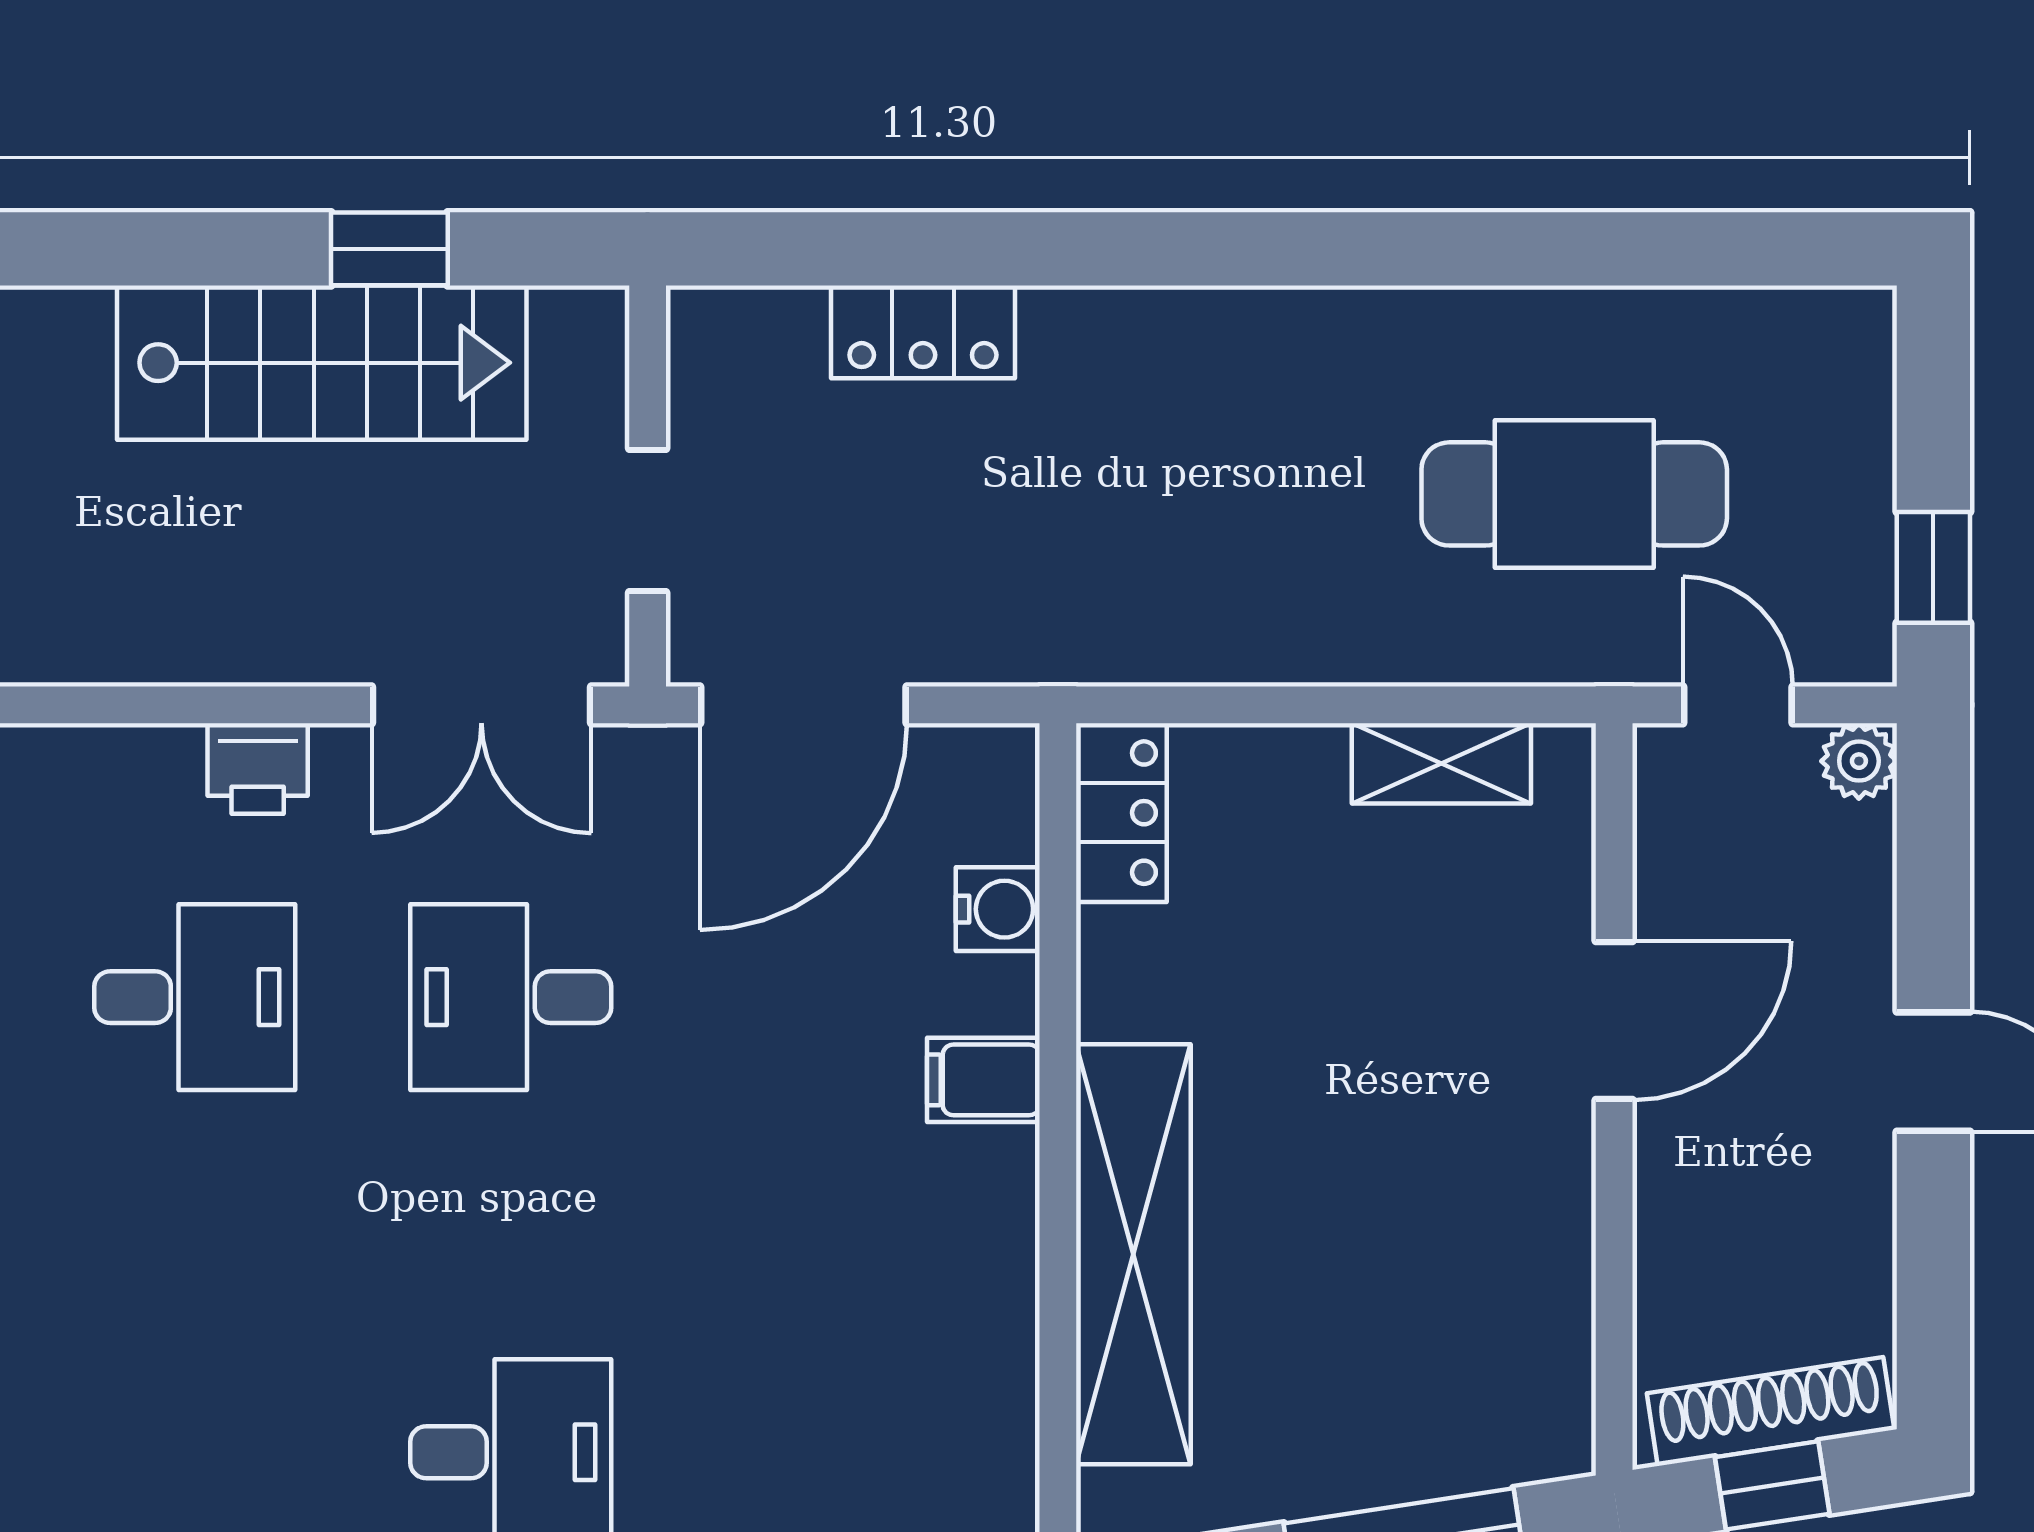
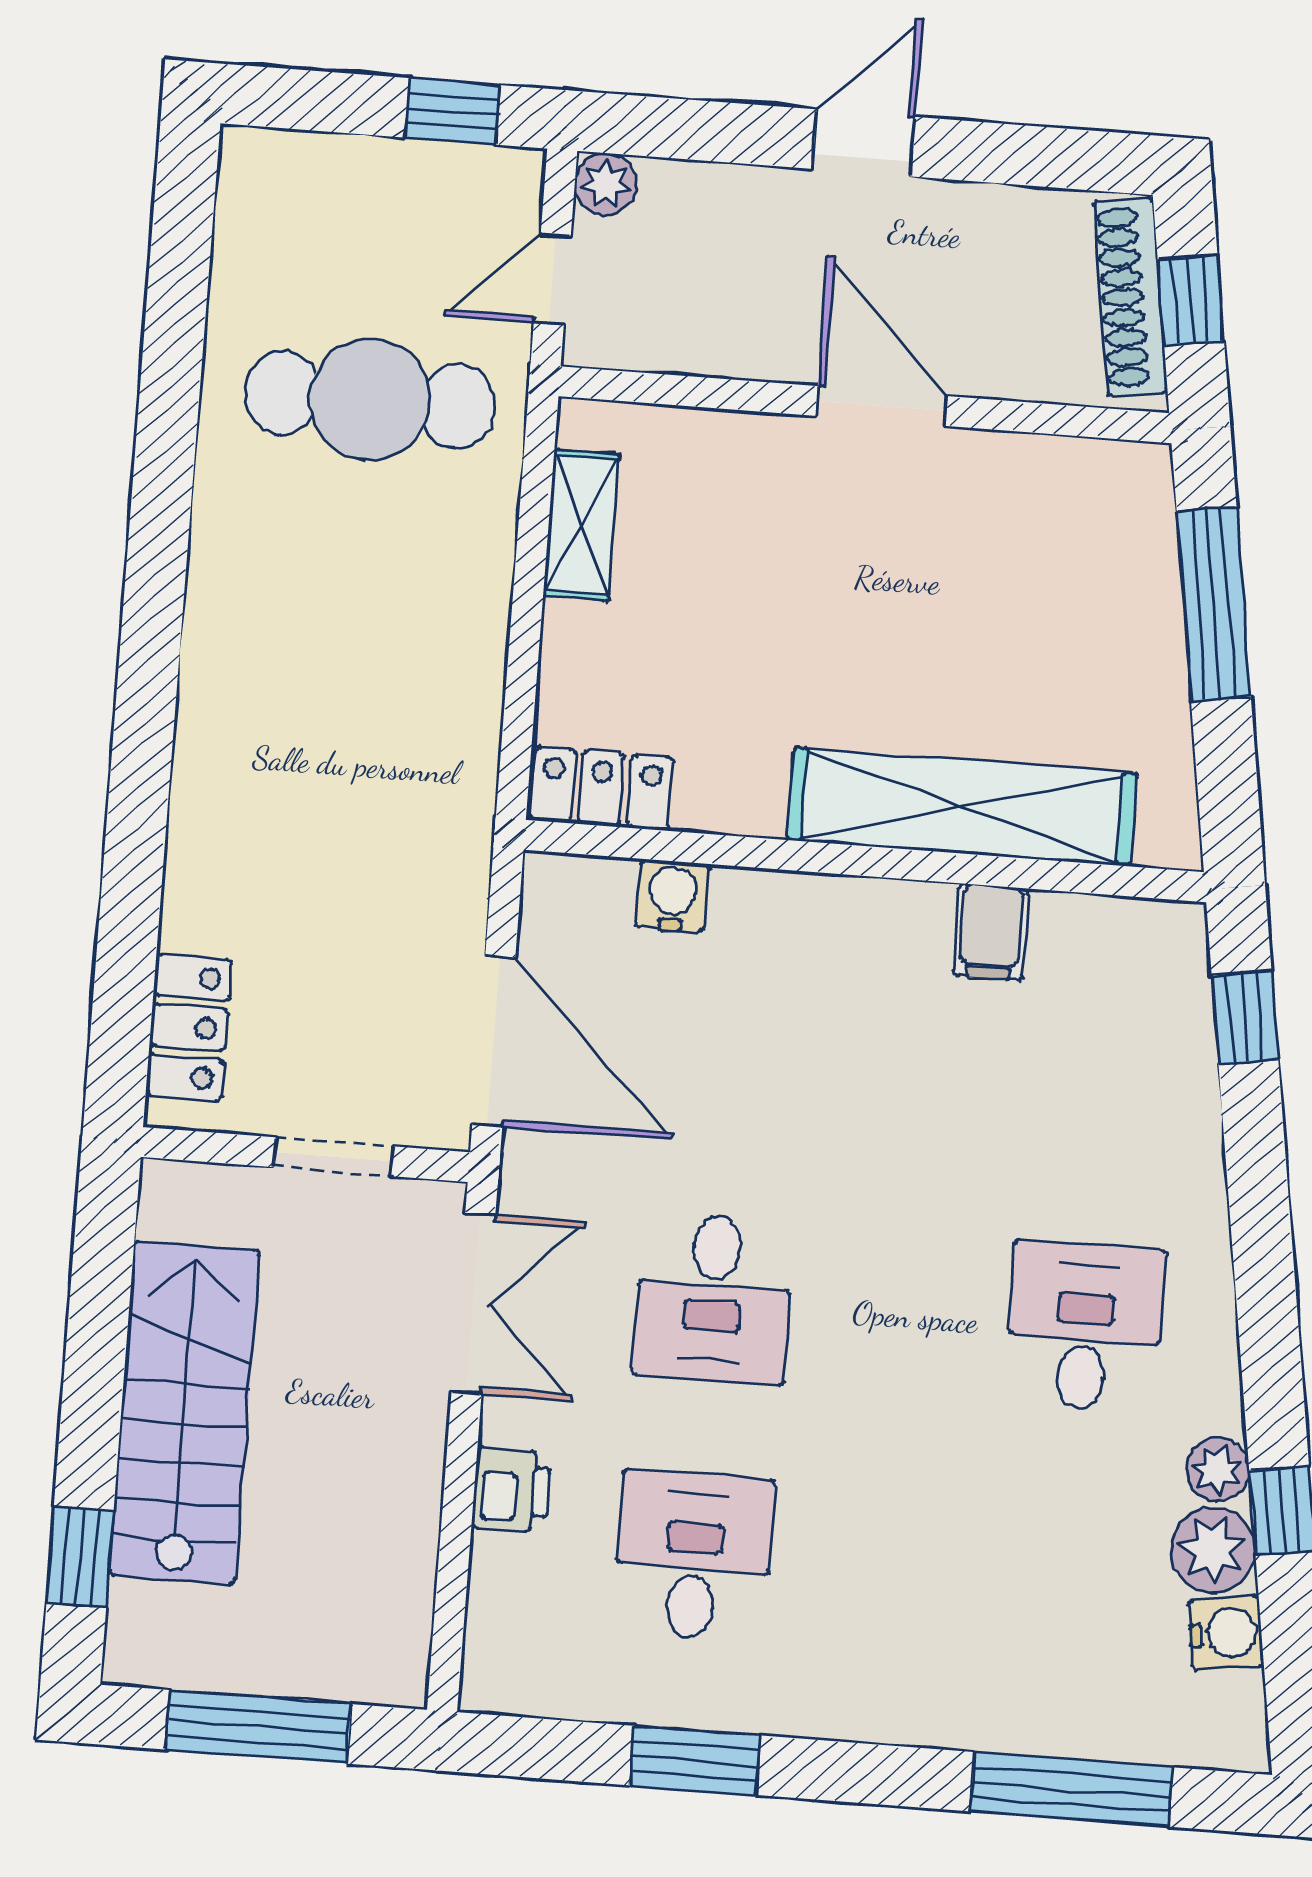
window: (389, 249) -> (80, 1557), moved
locker: (923, 332) -> (189, 1027), moved
cafe table: (1574, 494) -> (370, 400), turned 90
door: (1614, 1020) -> (882, 406), moved
filing cabinet: (983, 1080) -> (991, 932), moved

